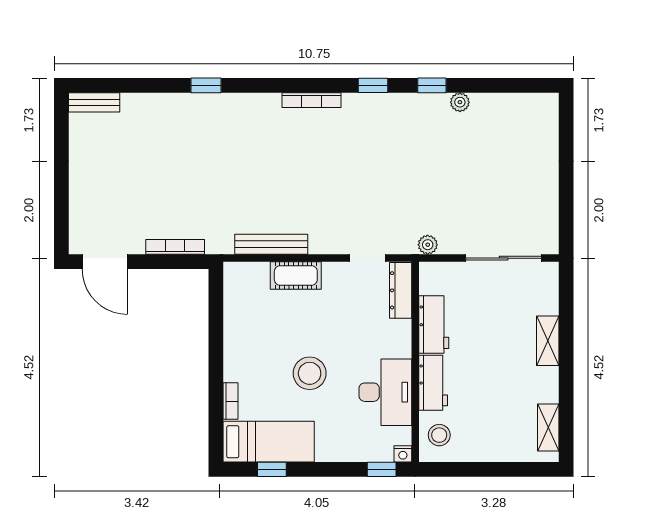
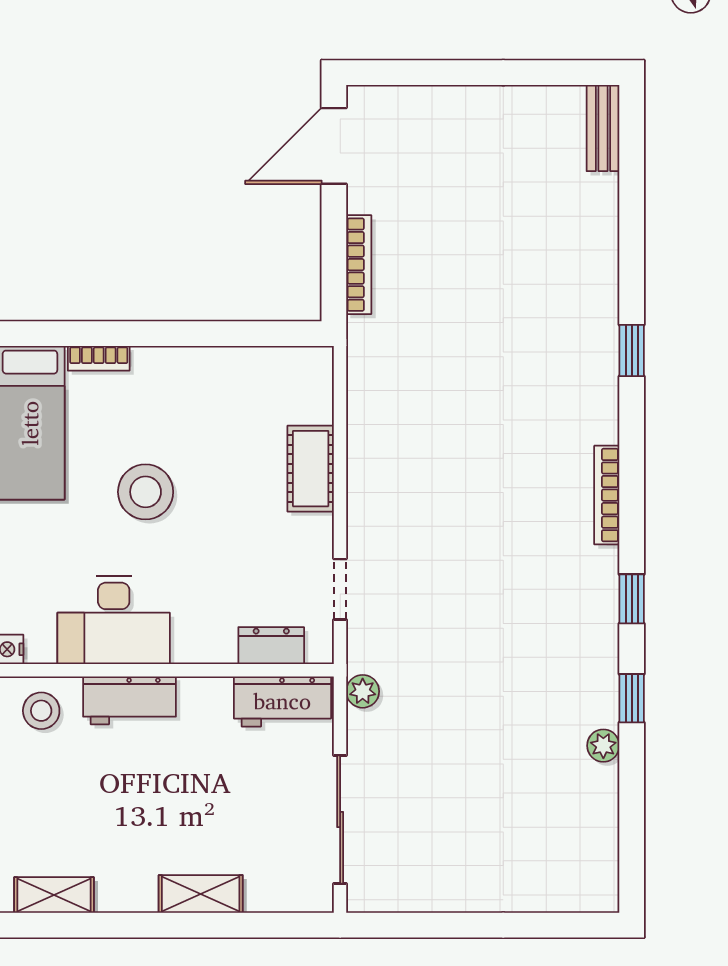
window: (206, 85) -> (632, 351), moved
bench: (271, 244) -> (363, 427), removed
dresser: (401, 290) -> (271, 646), width x0.70
workbench: (434, 325) -> (282, 701), moved

